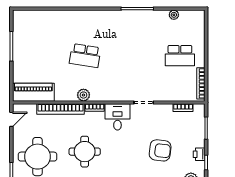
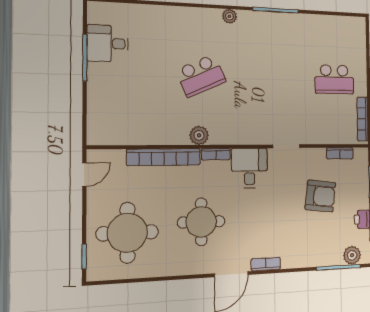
plant: (174, 15) -> (229, 16), moved
desk: (25, 37) -> (108, 44), added
school desk: (85, 56) -> (201, 76), turned -33
piano: (33, 92) -> (121, 131), removed
armchair: (160, 150) -> (320, 196), moved

